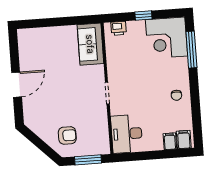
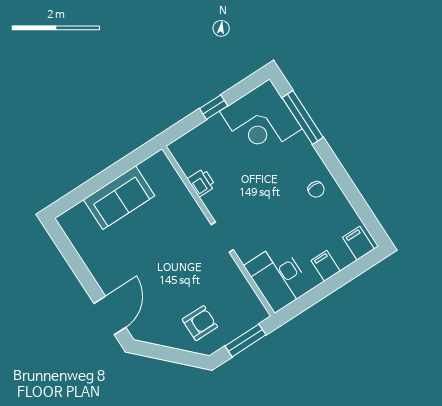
printer: (119, 28) -> (202, 183), moved, turned -90
sofa: (90, 44) -> (119, 198), moved, turned -90
door: (17, 85) -> (110, 315), moved
filing cabinet: (170, 141) -> (326, 266), moved

